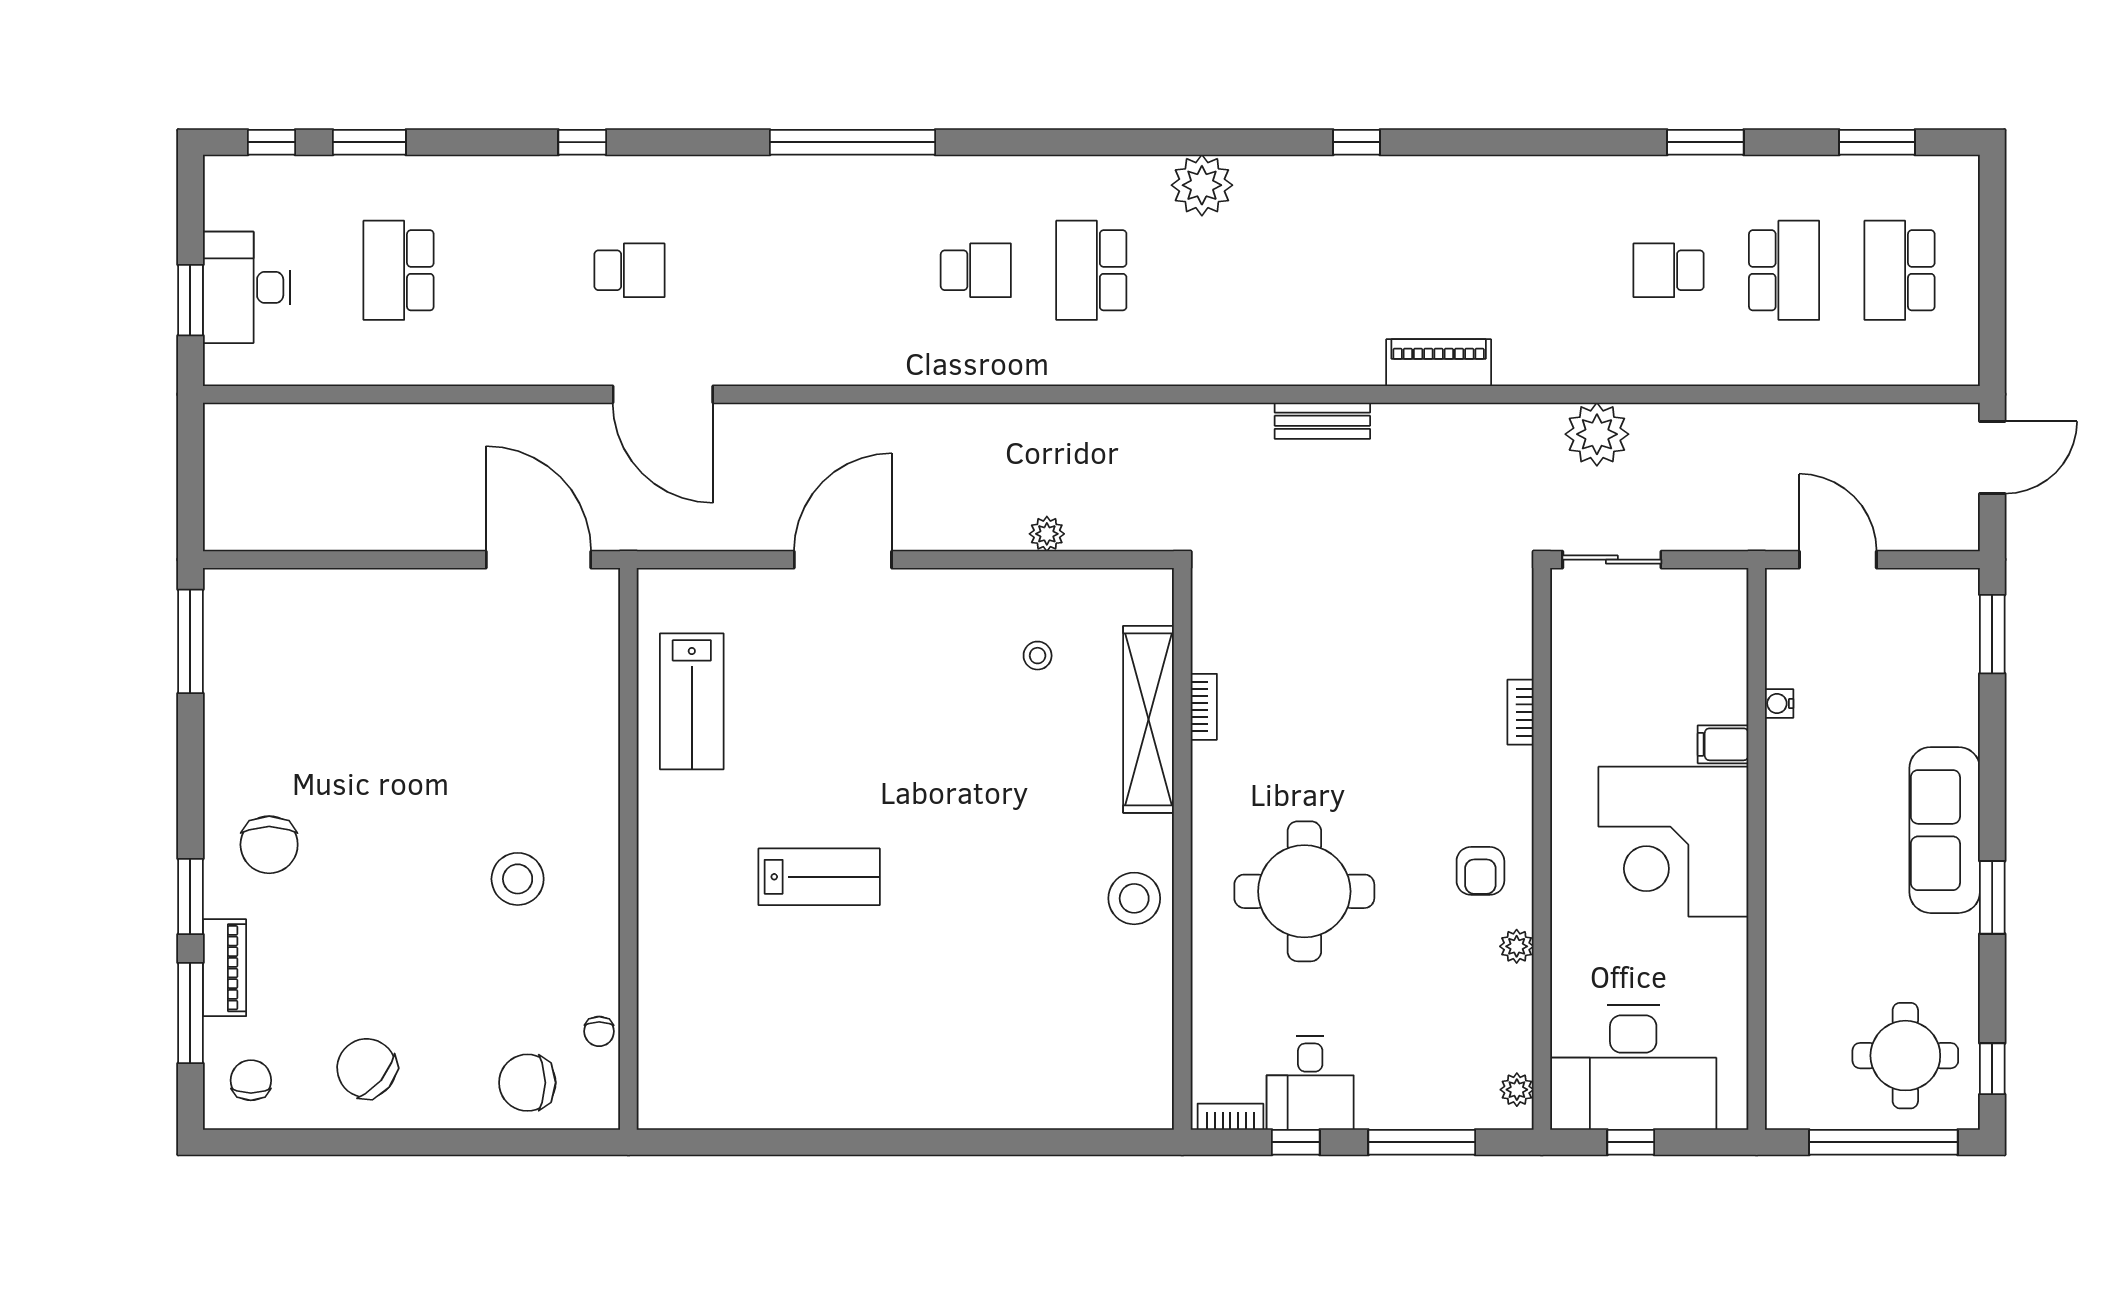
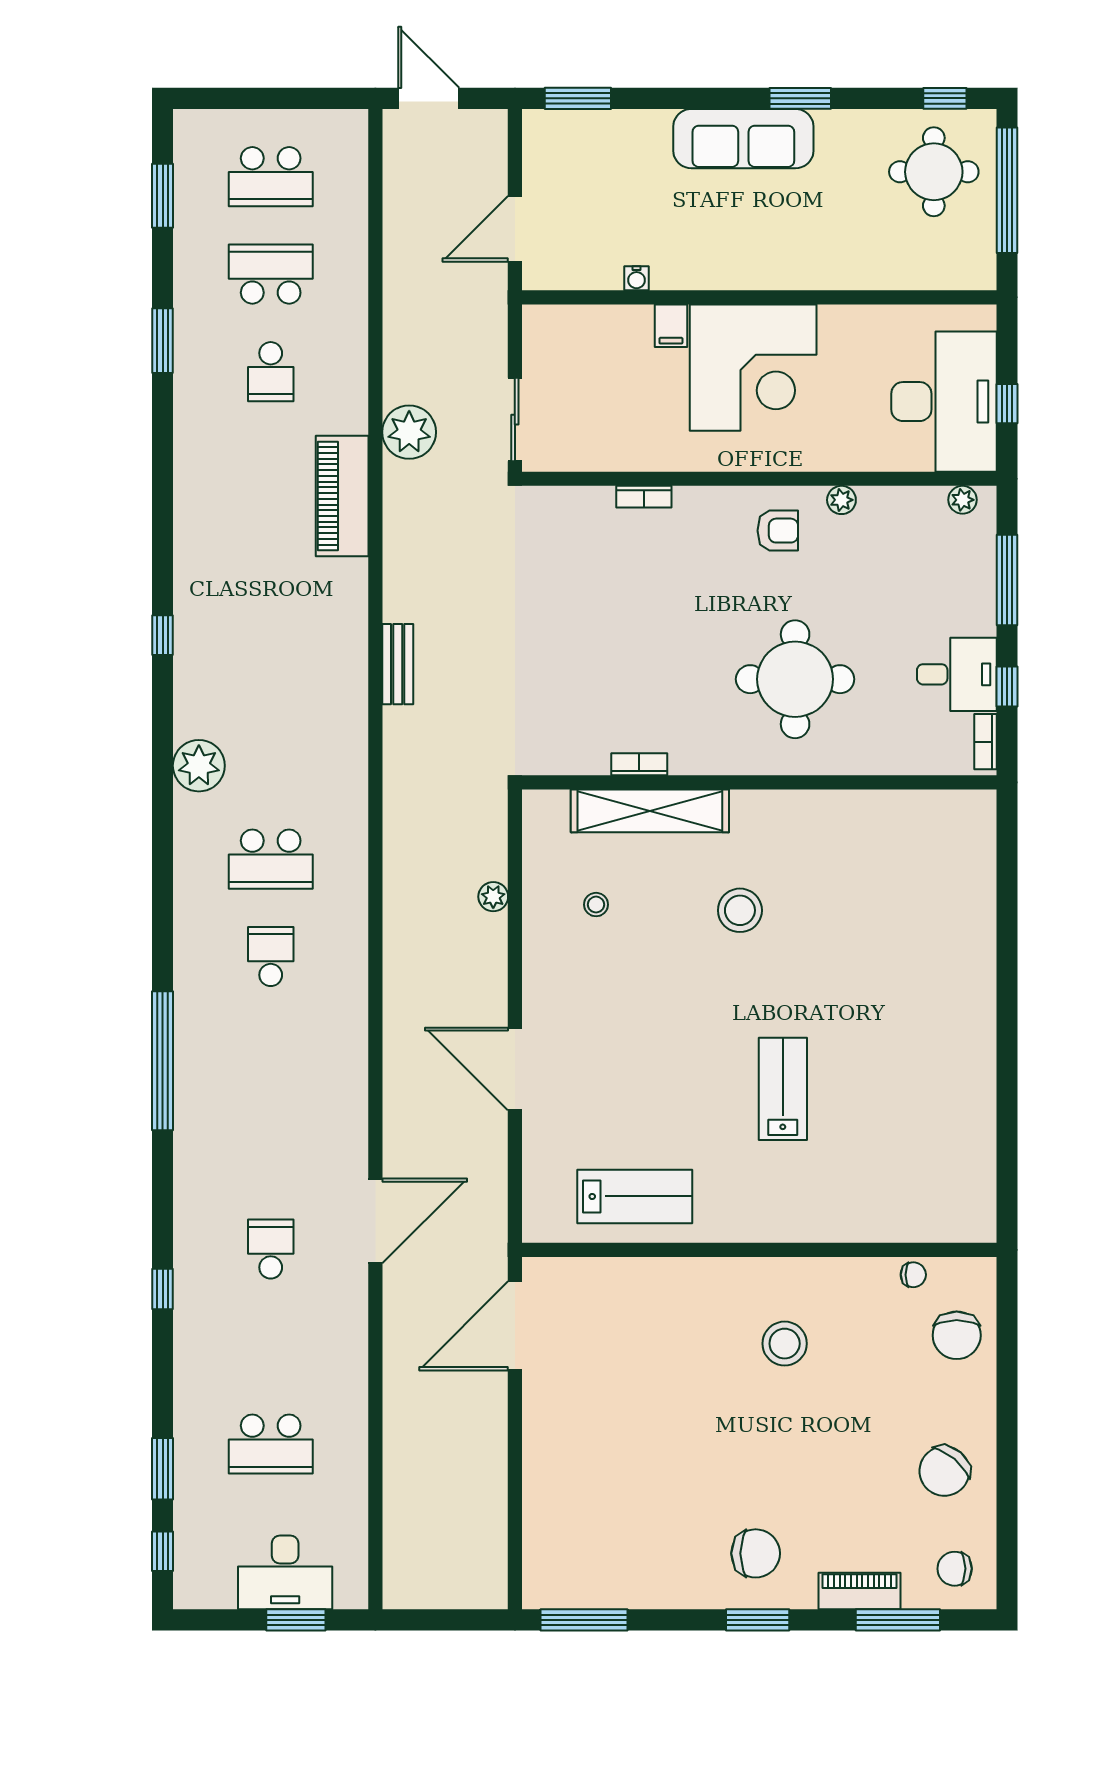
piano: (1439, 363) -> (342, 496), moved, width x1.37, depth x1.33
window: (190, 897) -> (758, 1620), moved
stool: (1134, 898) -> (740, 910), moved

